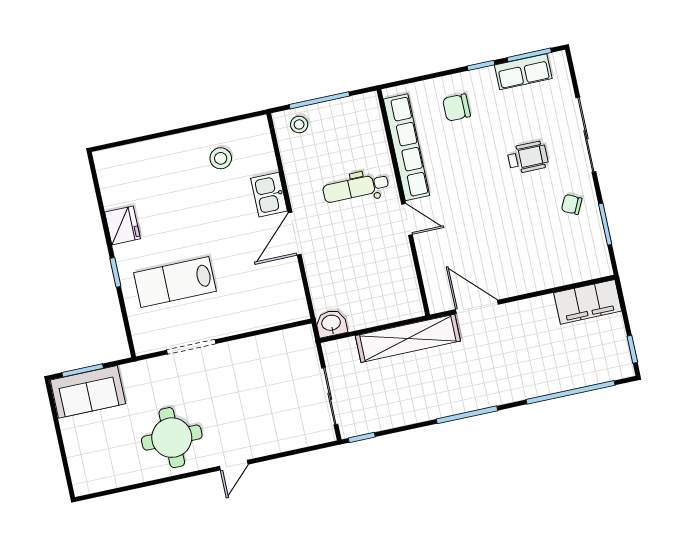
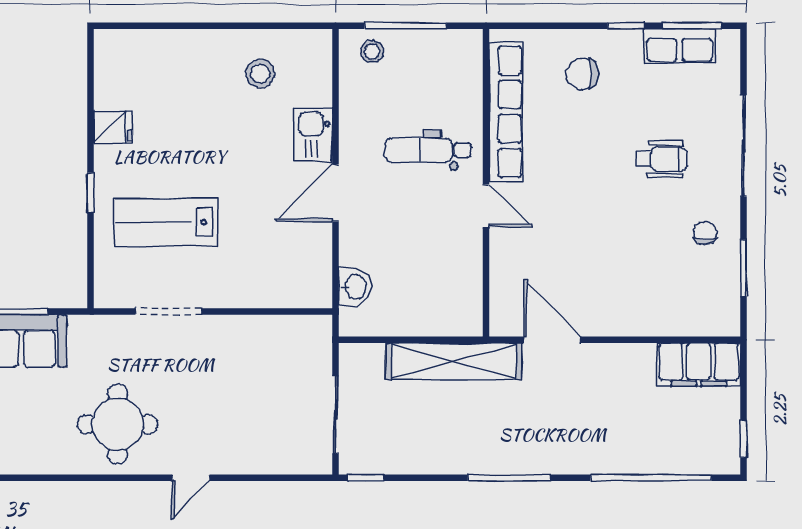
chair: (572, 204) -> (705, 233), turned 64
fridge: (123, 225) -> (113, 127), width x0.72
washbasin: (331, 323) -> (355, 287), moved, turned 90

